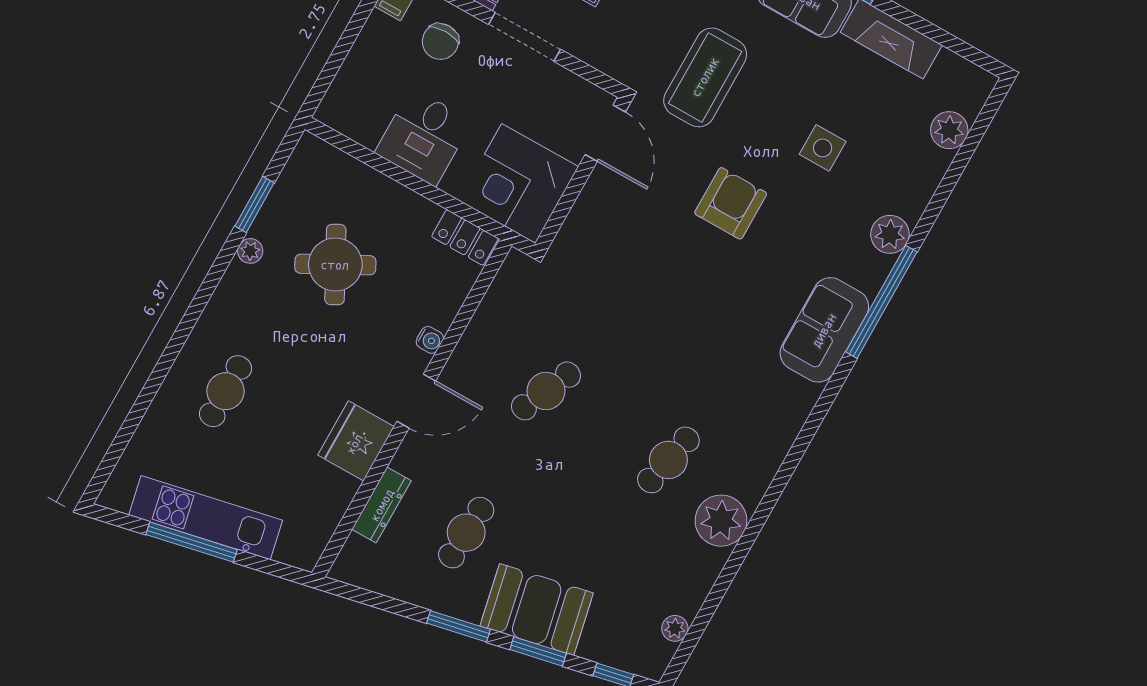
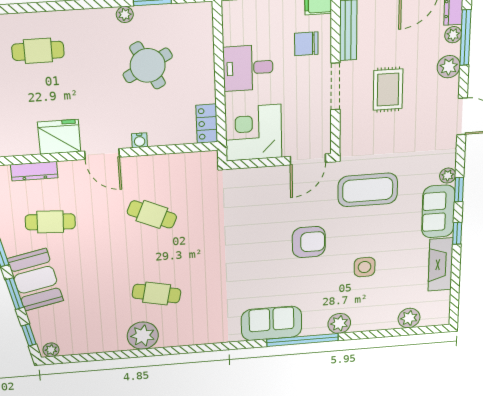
plant: (675, 628) -> (51, 350), moved

